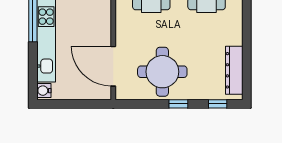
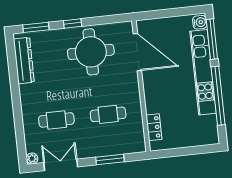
window: (33, 71) -> (212, 39), added
window: (218, 104) -> (36, 27), width x1.50

